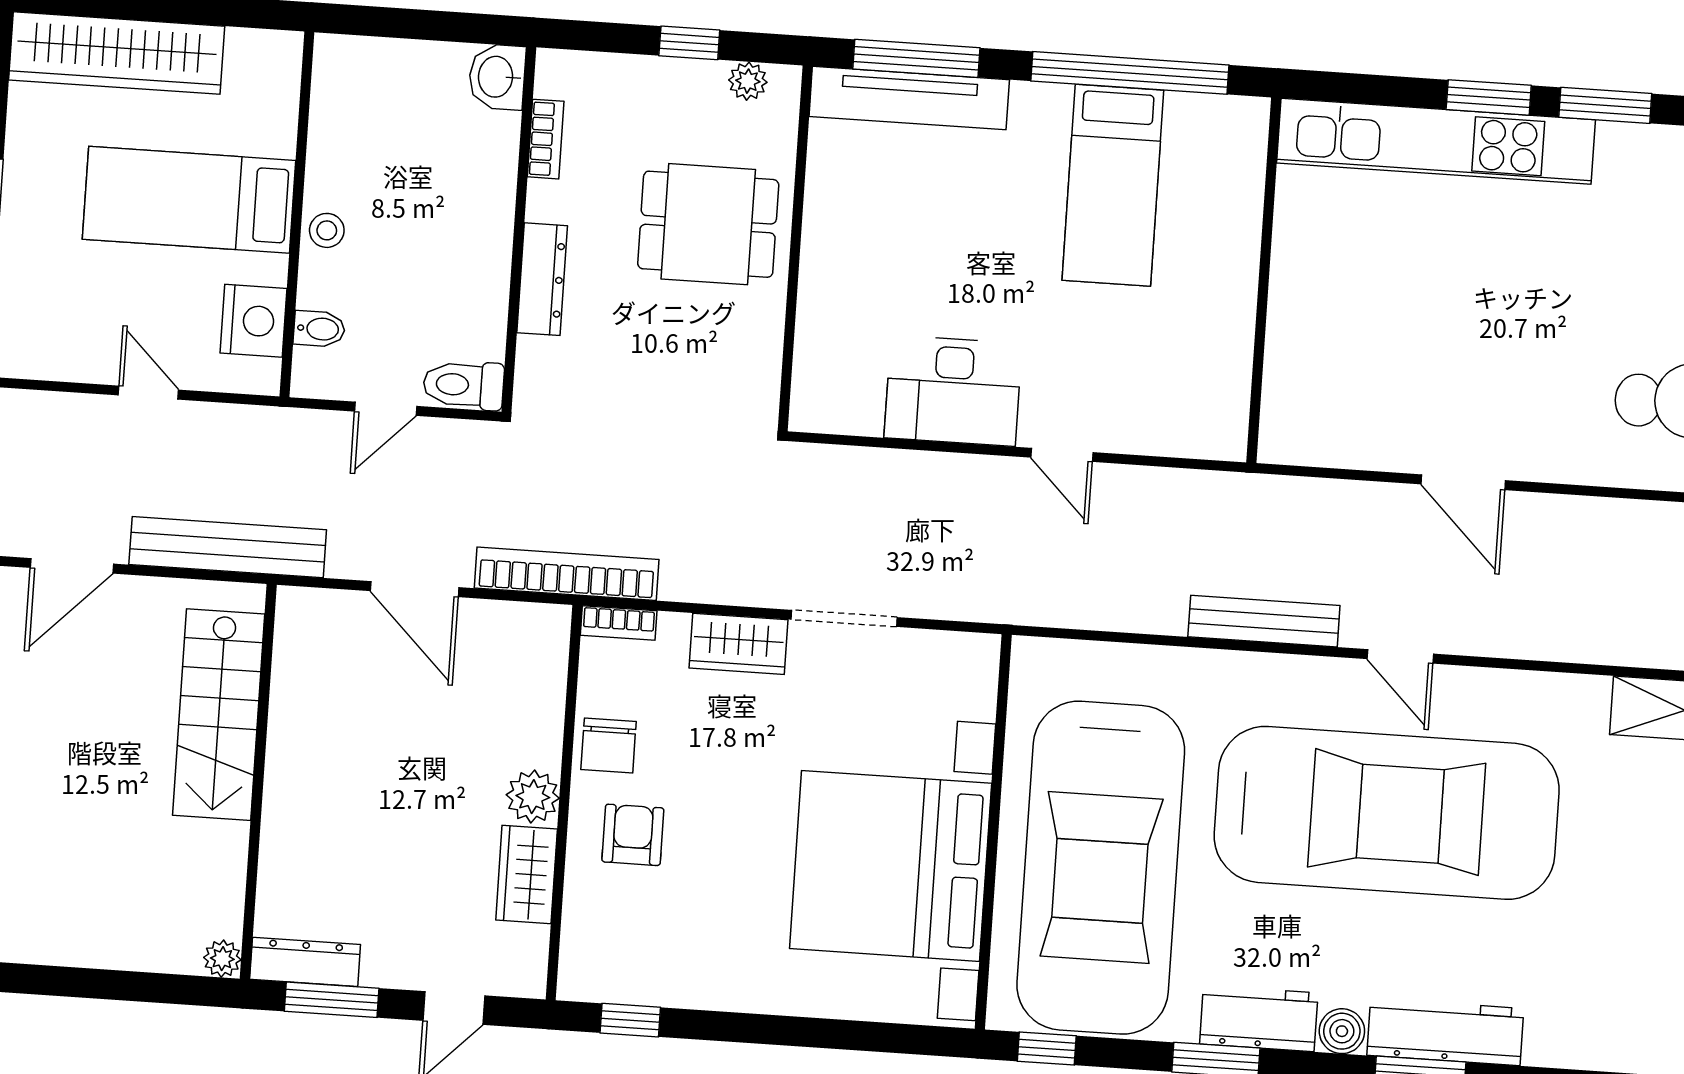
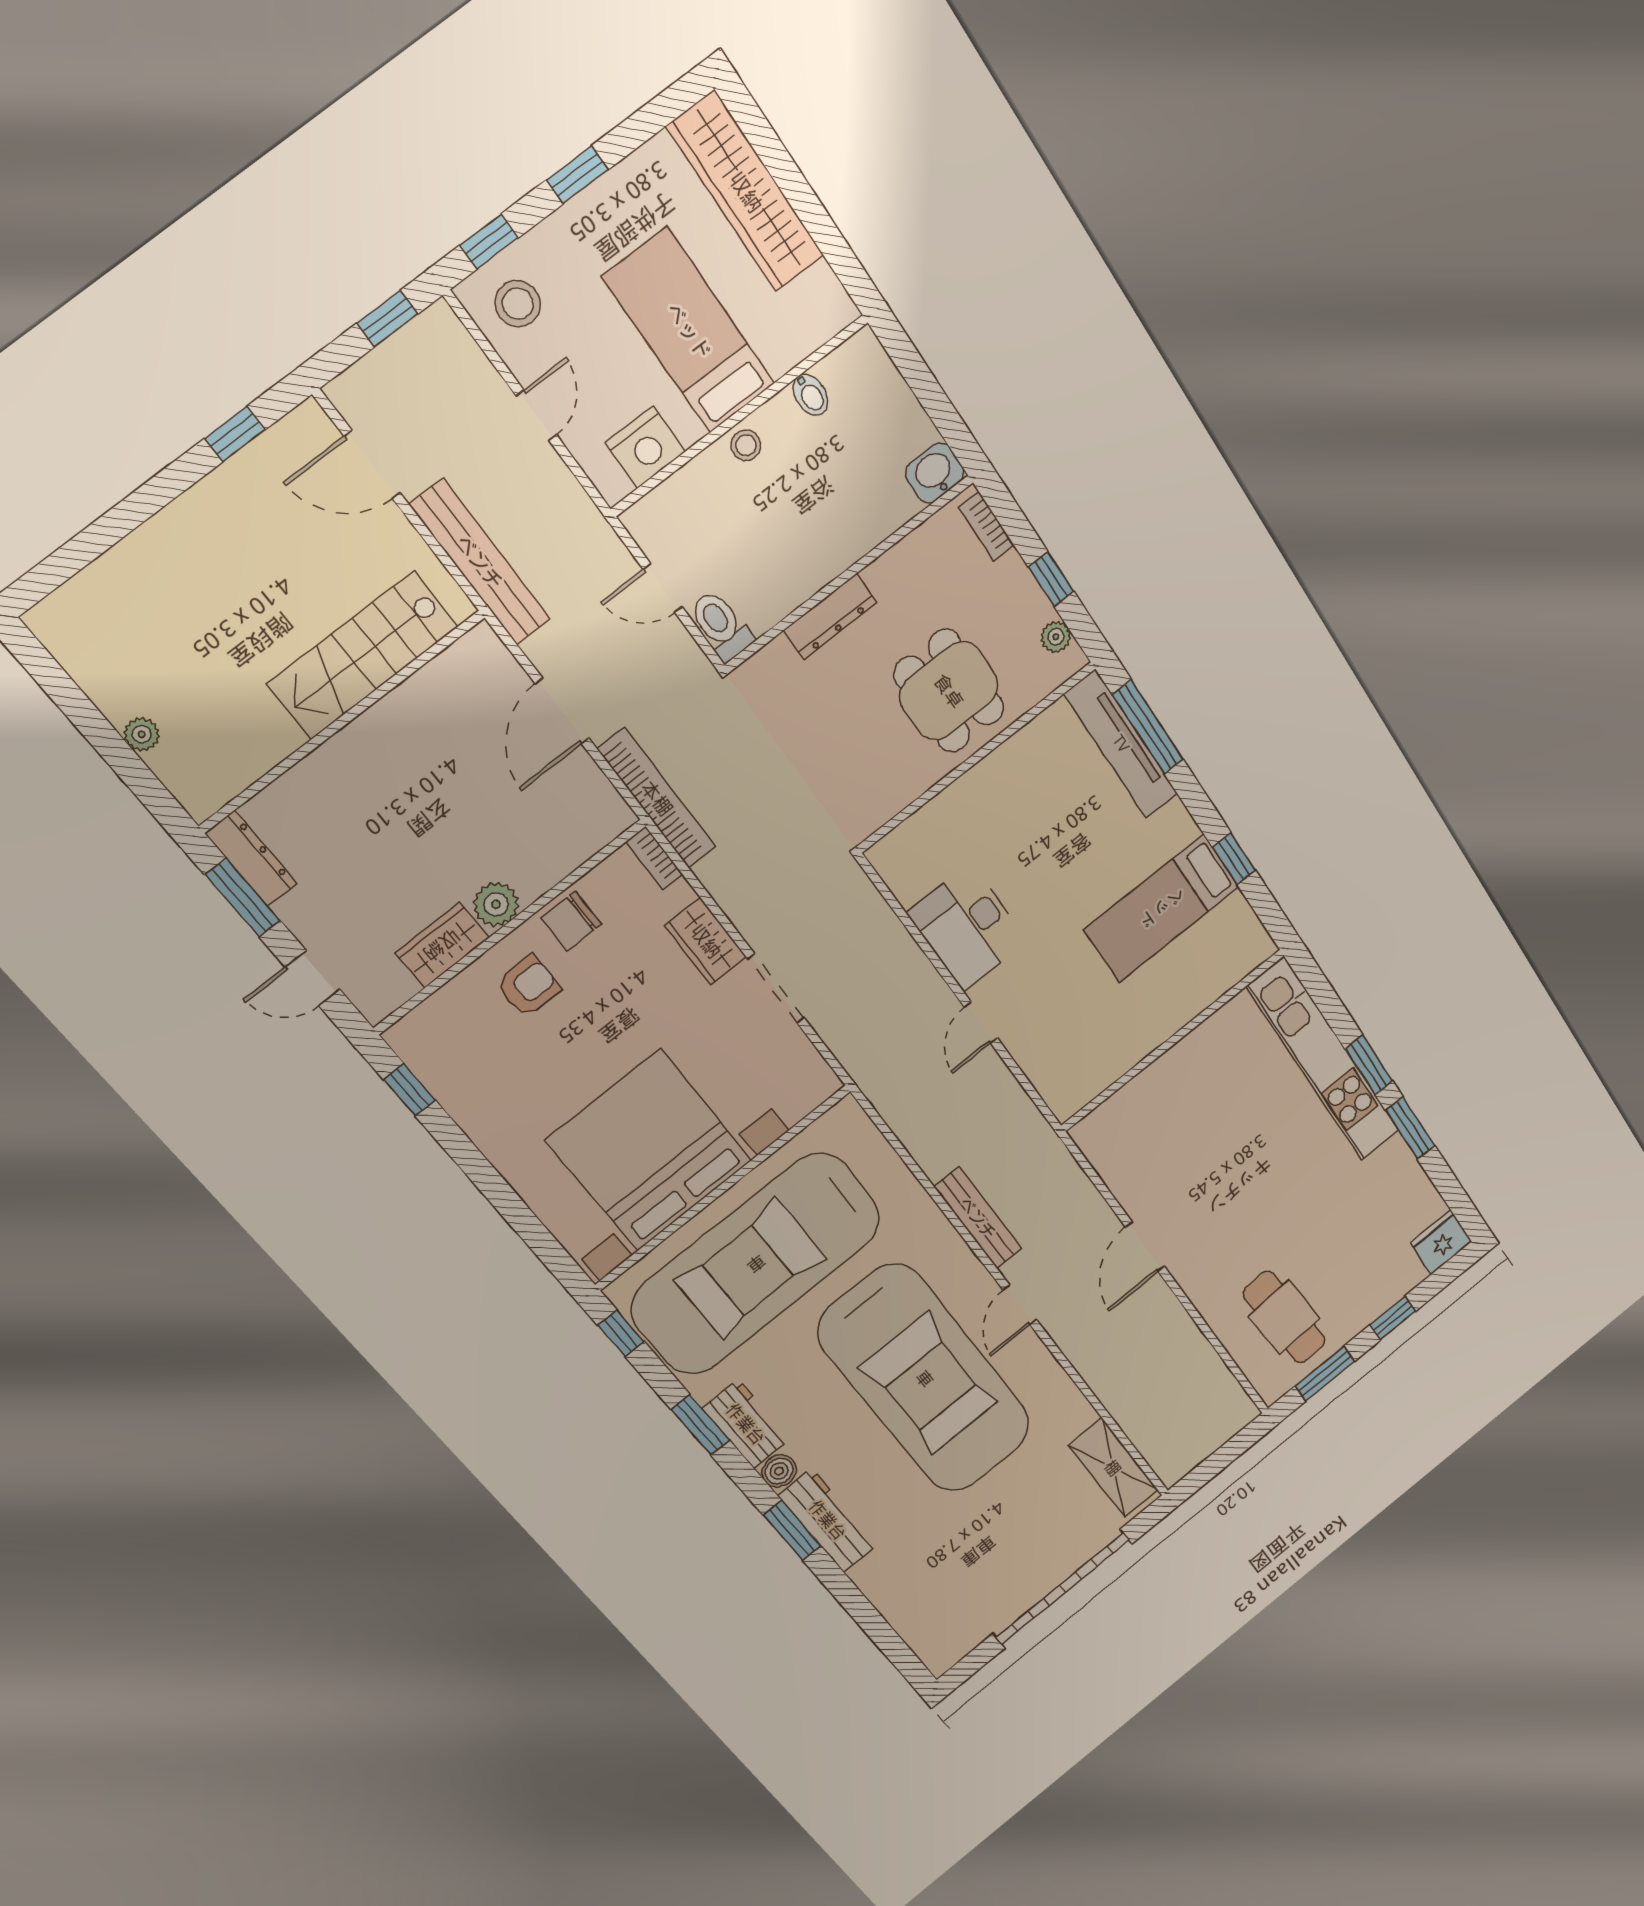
window: (1130, 73) -> (1234, 859), width x0.32
bookcase: (546, 139) -> (986, 526), moved, turned 90
stool: (46, 329) -> (518, 304), added
bidet: (319, 329) -> (810, 395), moved
plant: (222, 959) -> (142, 734), moved

